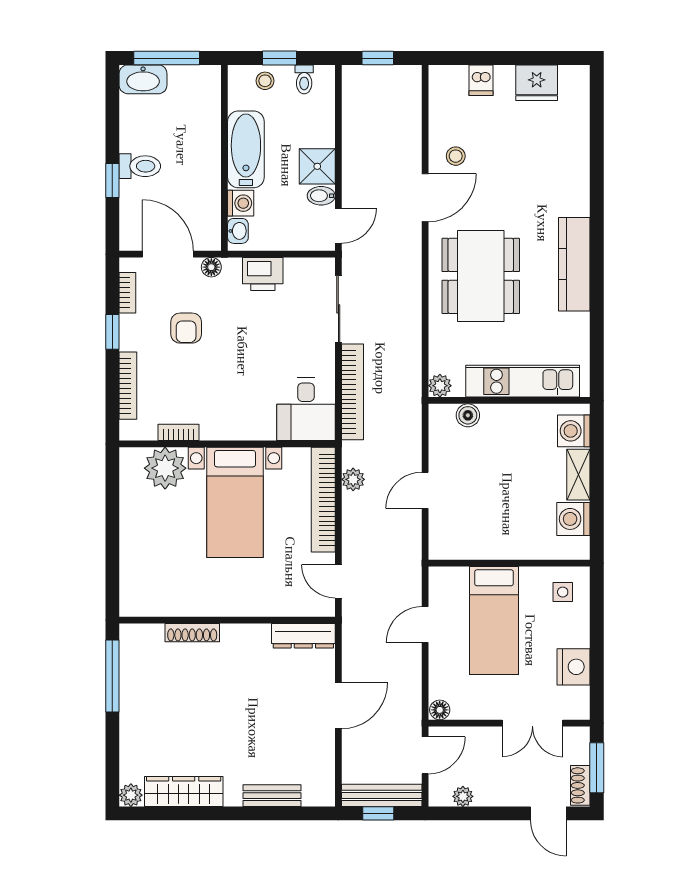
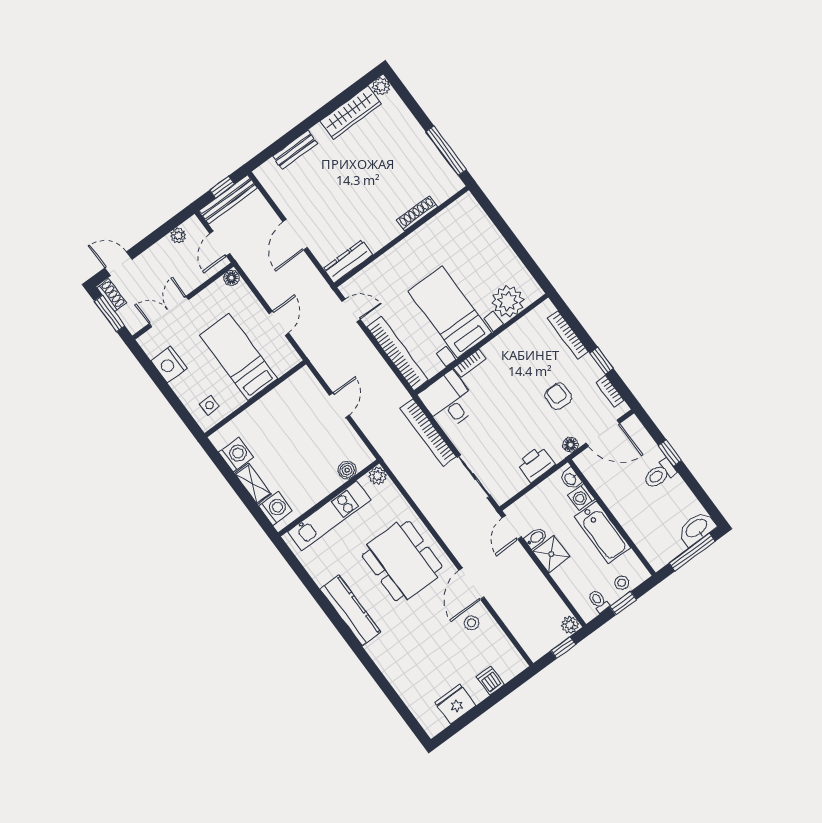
bookcase: (178, 432) -> (470, 363), moved
plant: (353, 479) -> (570, 625), moved

